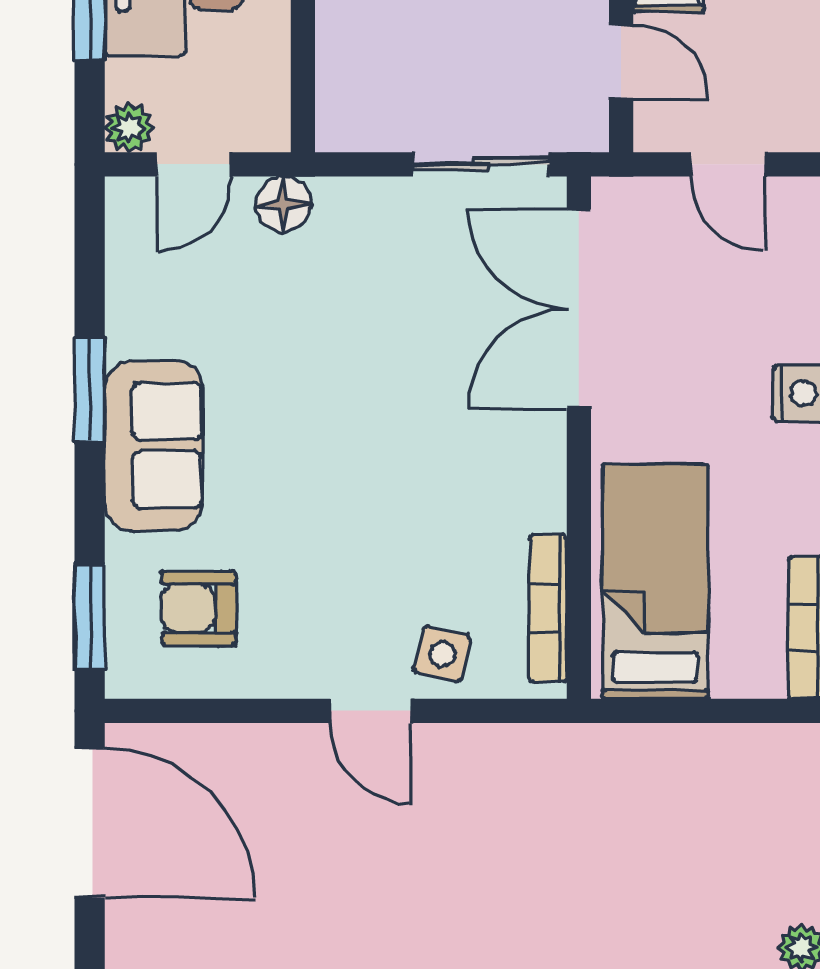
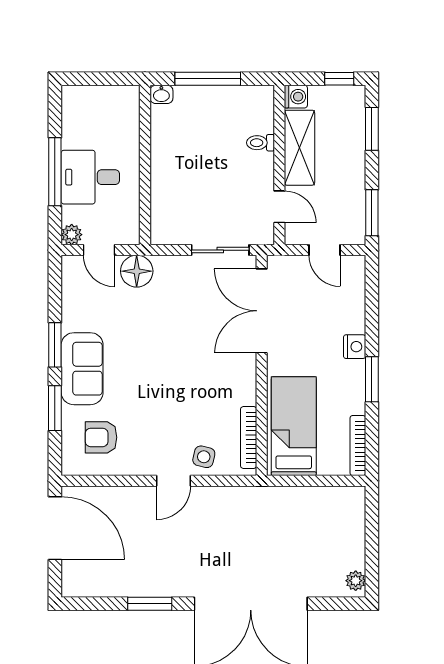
door: (194, 164) -> (99, 250), hinge flipped
floor lamp: (283, 204) -> (137, 271), width x1.38, depth x1.38
window: (90, 617) -> (55, 408), moved
door: (370, 711) -> (173, 481), hinge flipped

